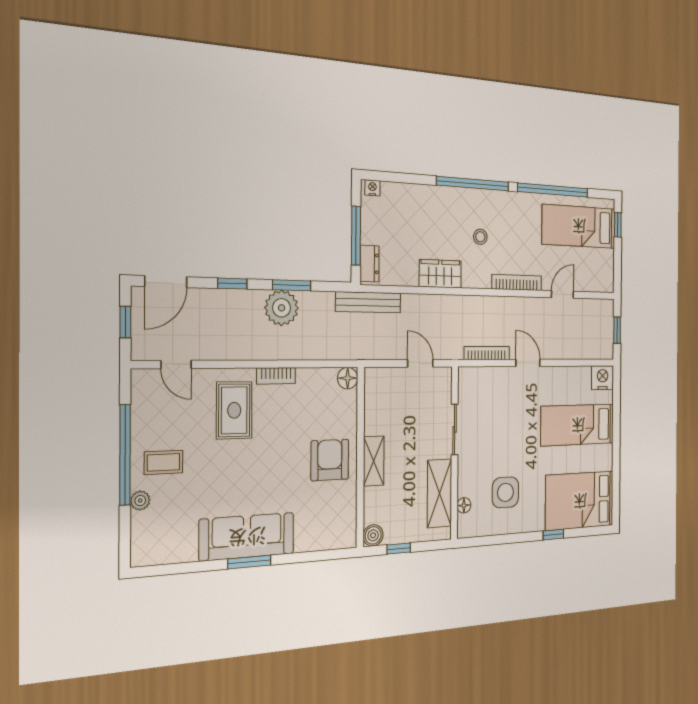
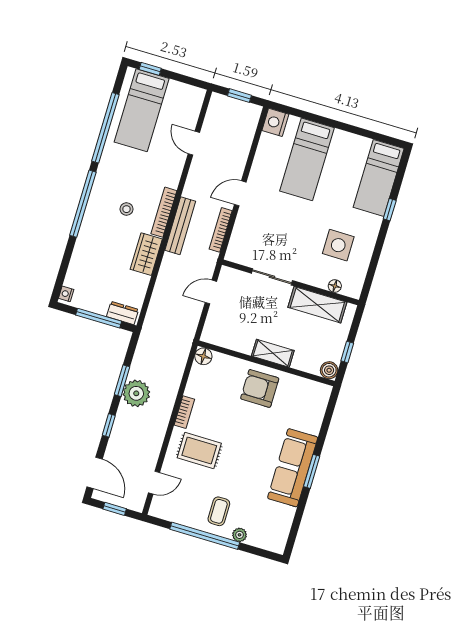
bookcase: (517, 282) -> (164, 212), moved
bench: (368, 302) -> (180, 226), moved
bed: (580, 501) -> (379, 178), width x0.67

